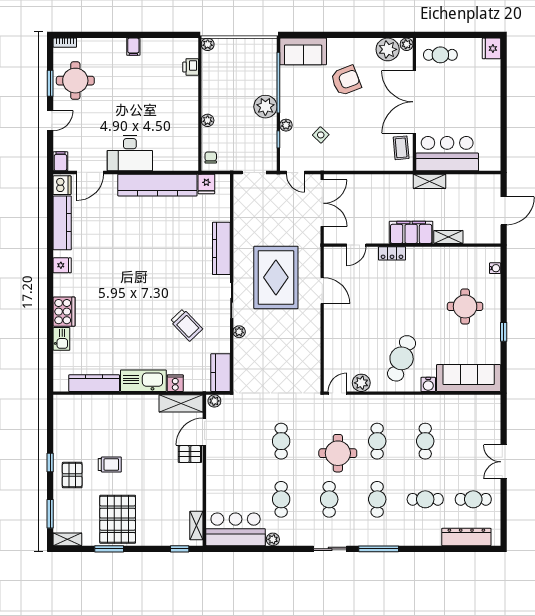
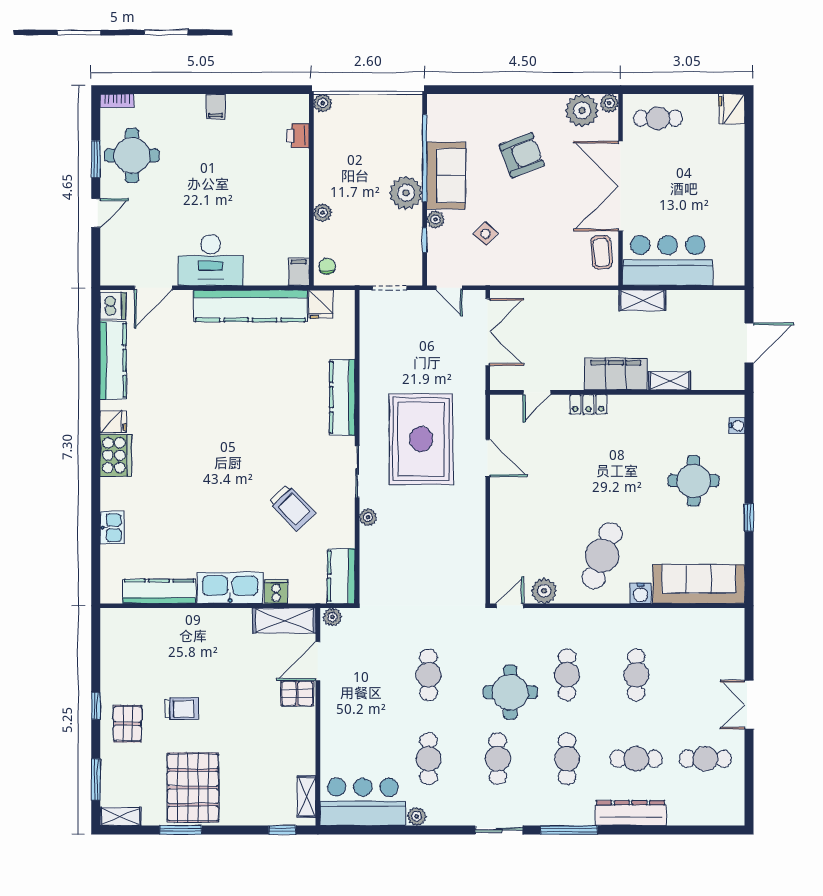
sofa: (303, 51) -> (446, 176), moved, turned -90
filing cabinet: (60, 161) -> (299, 272), moved
cooker: (64, 312) -> (116, 455), moved
dresser: (466, 537) -> (631, 813), moved

